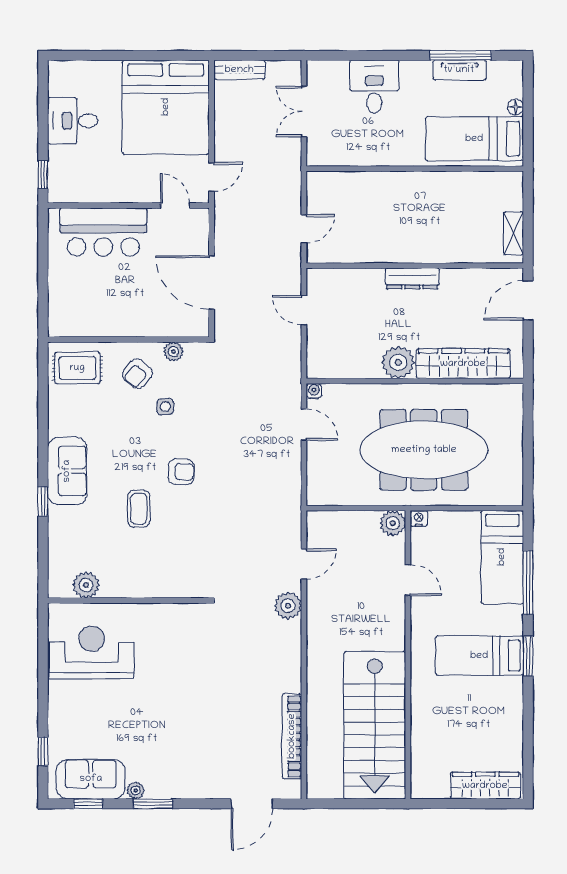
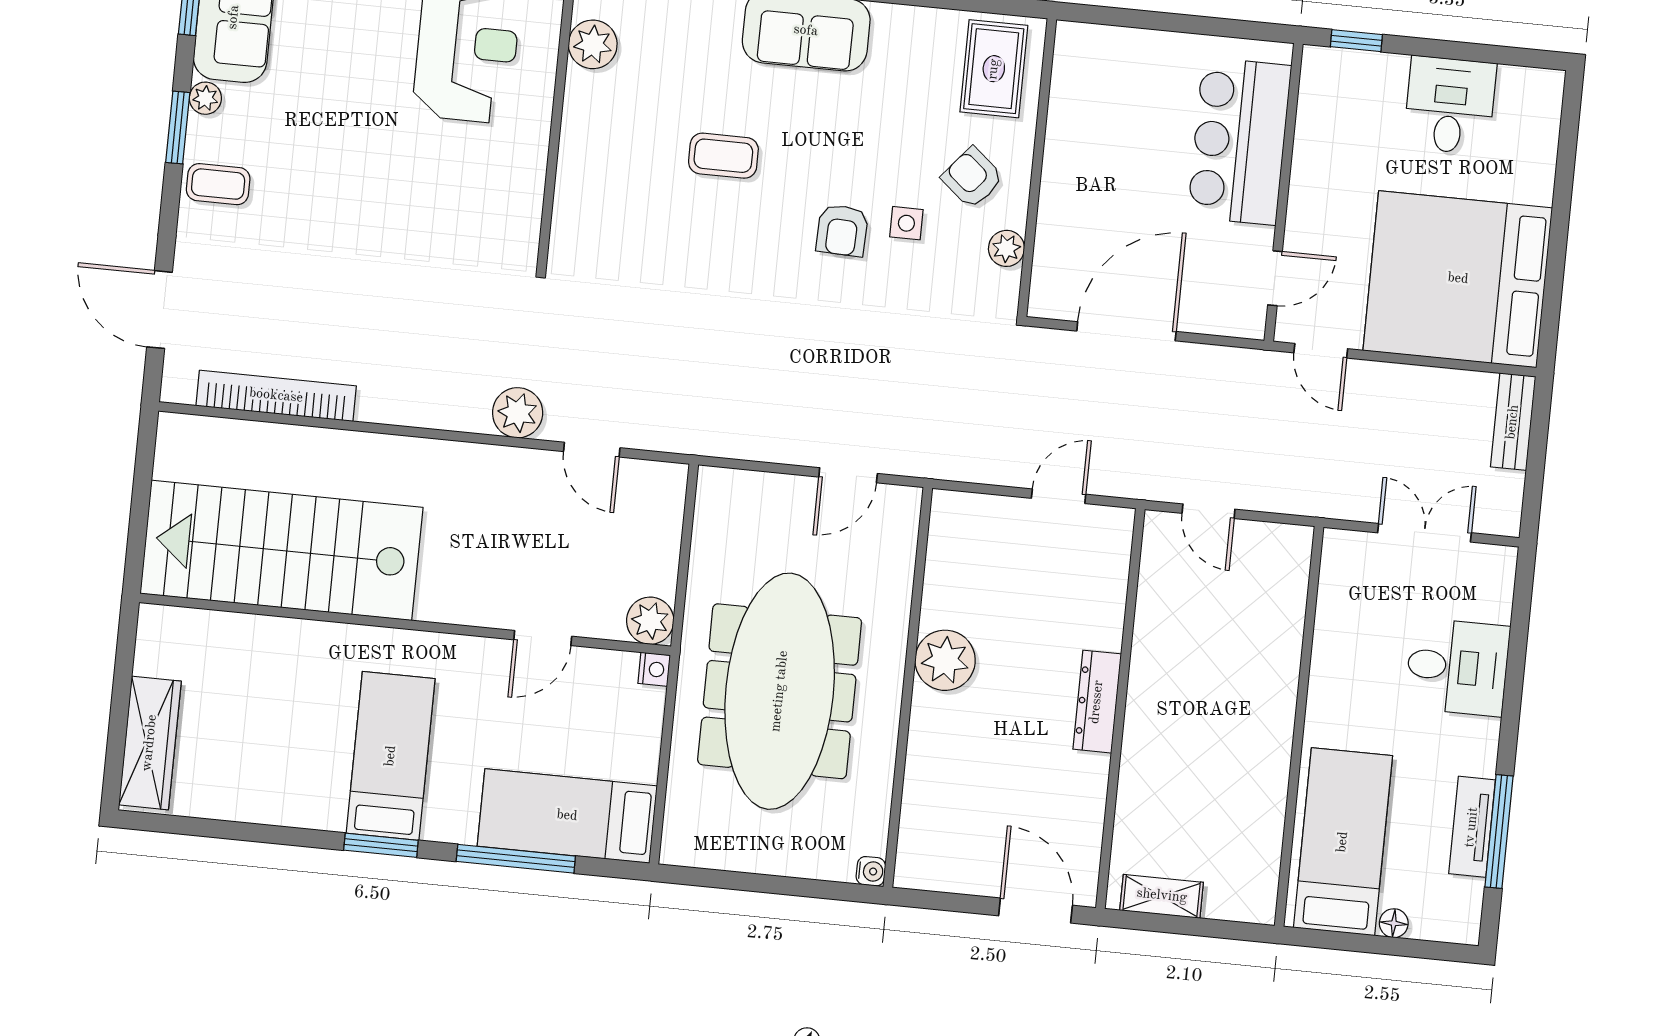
wardrobe: (463, 364) -> (931, 780), removed
water cooler: (314, 391) -> (871, 871), moved
armchair: (181, 472) -> (842, 230), moved
coffee table: (181, 779) -> (218, 184), added

